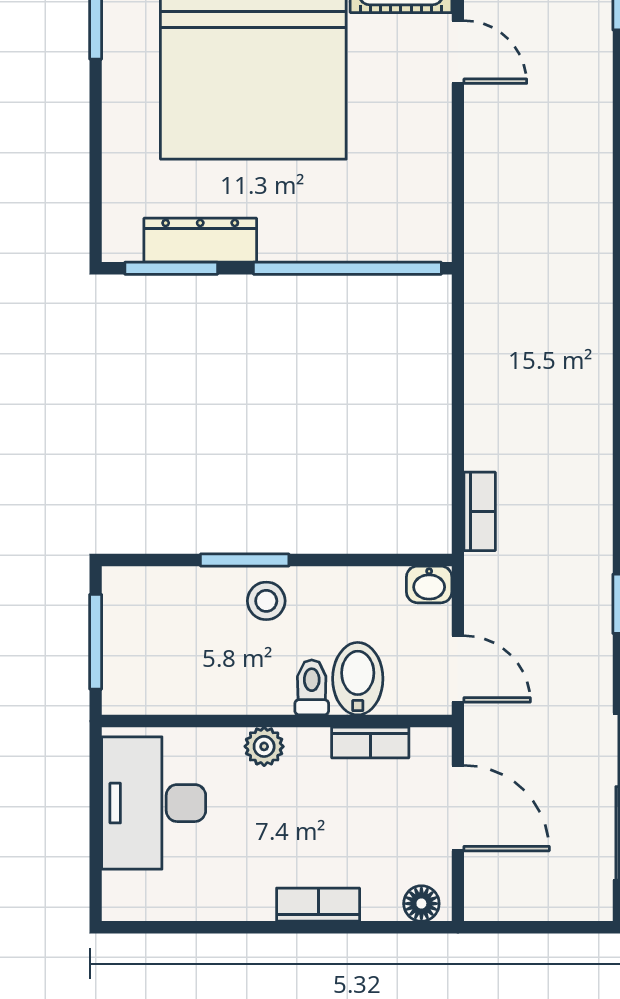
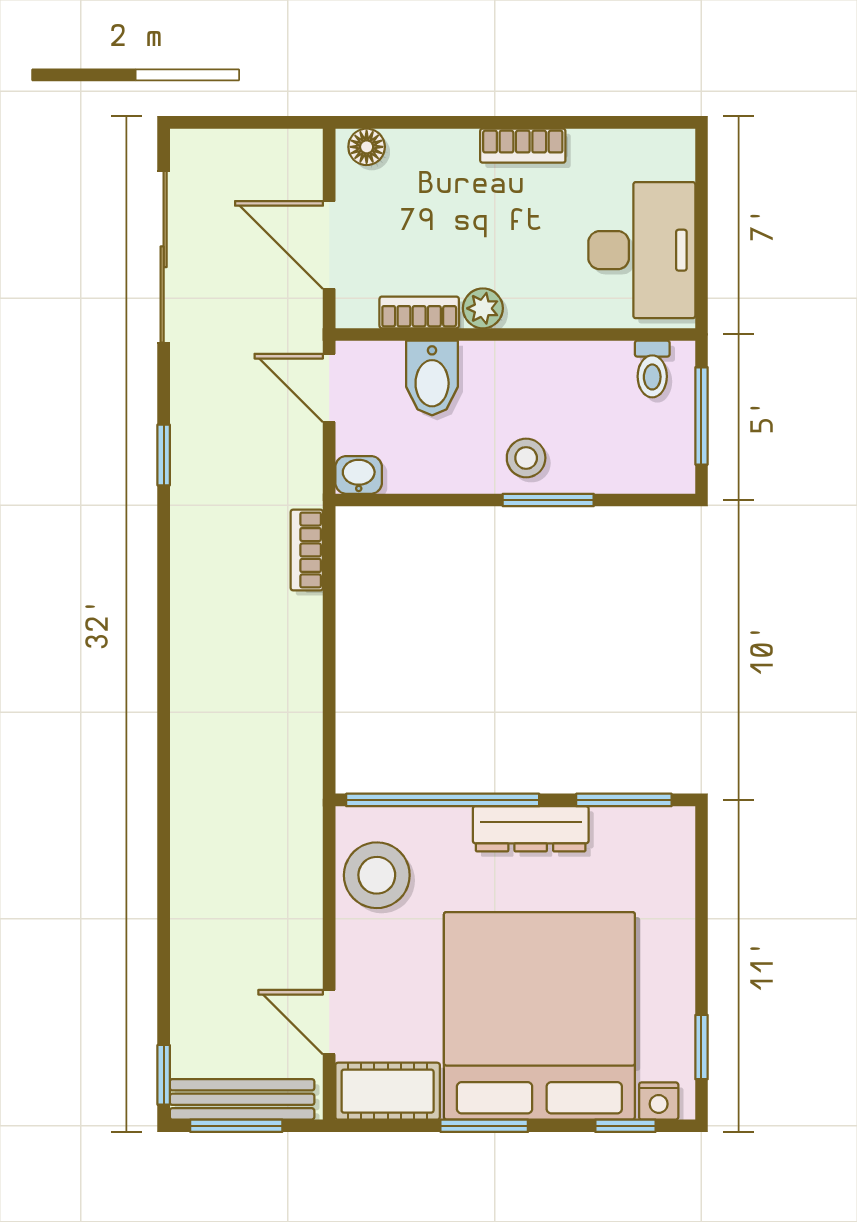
stool: (411, 195) -> (377, 875), added
dresser: (200, 240) -> (531, 829), moved
toilet: (312, 687) -> (652, 369), moved
plant: (264, 746) -> (483, 308), moved
bookcase: (318, 905) -> (523, 146), moved

